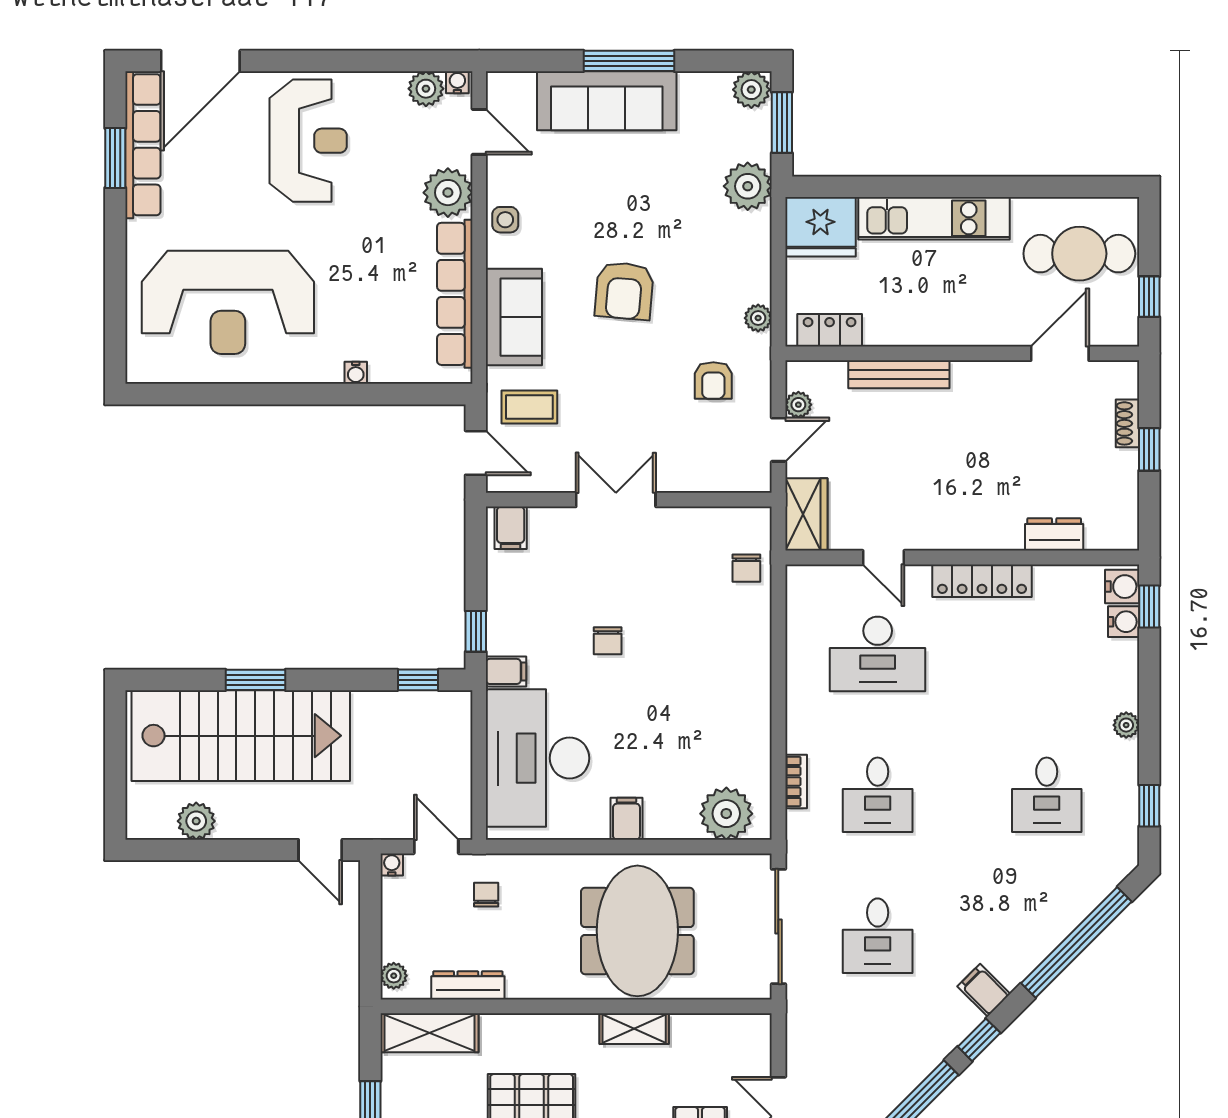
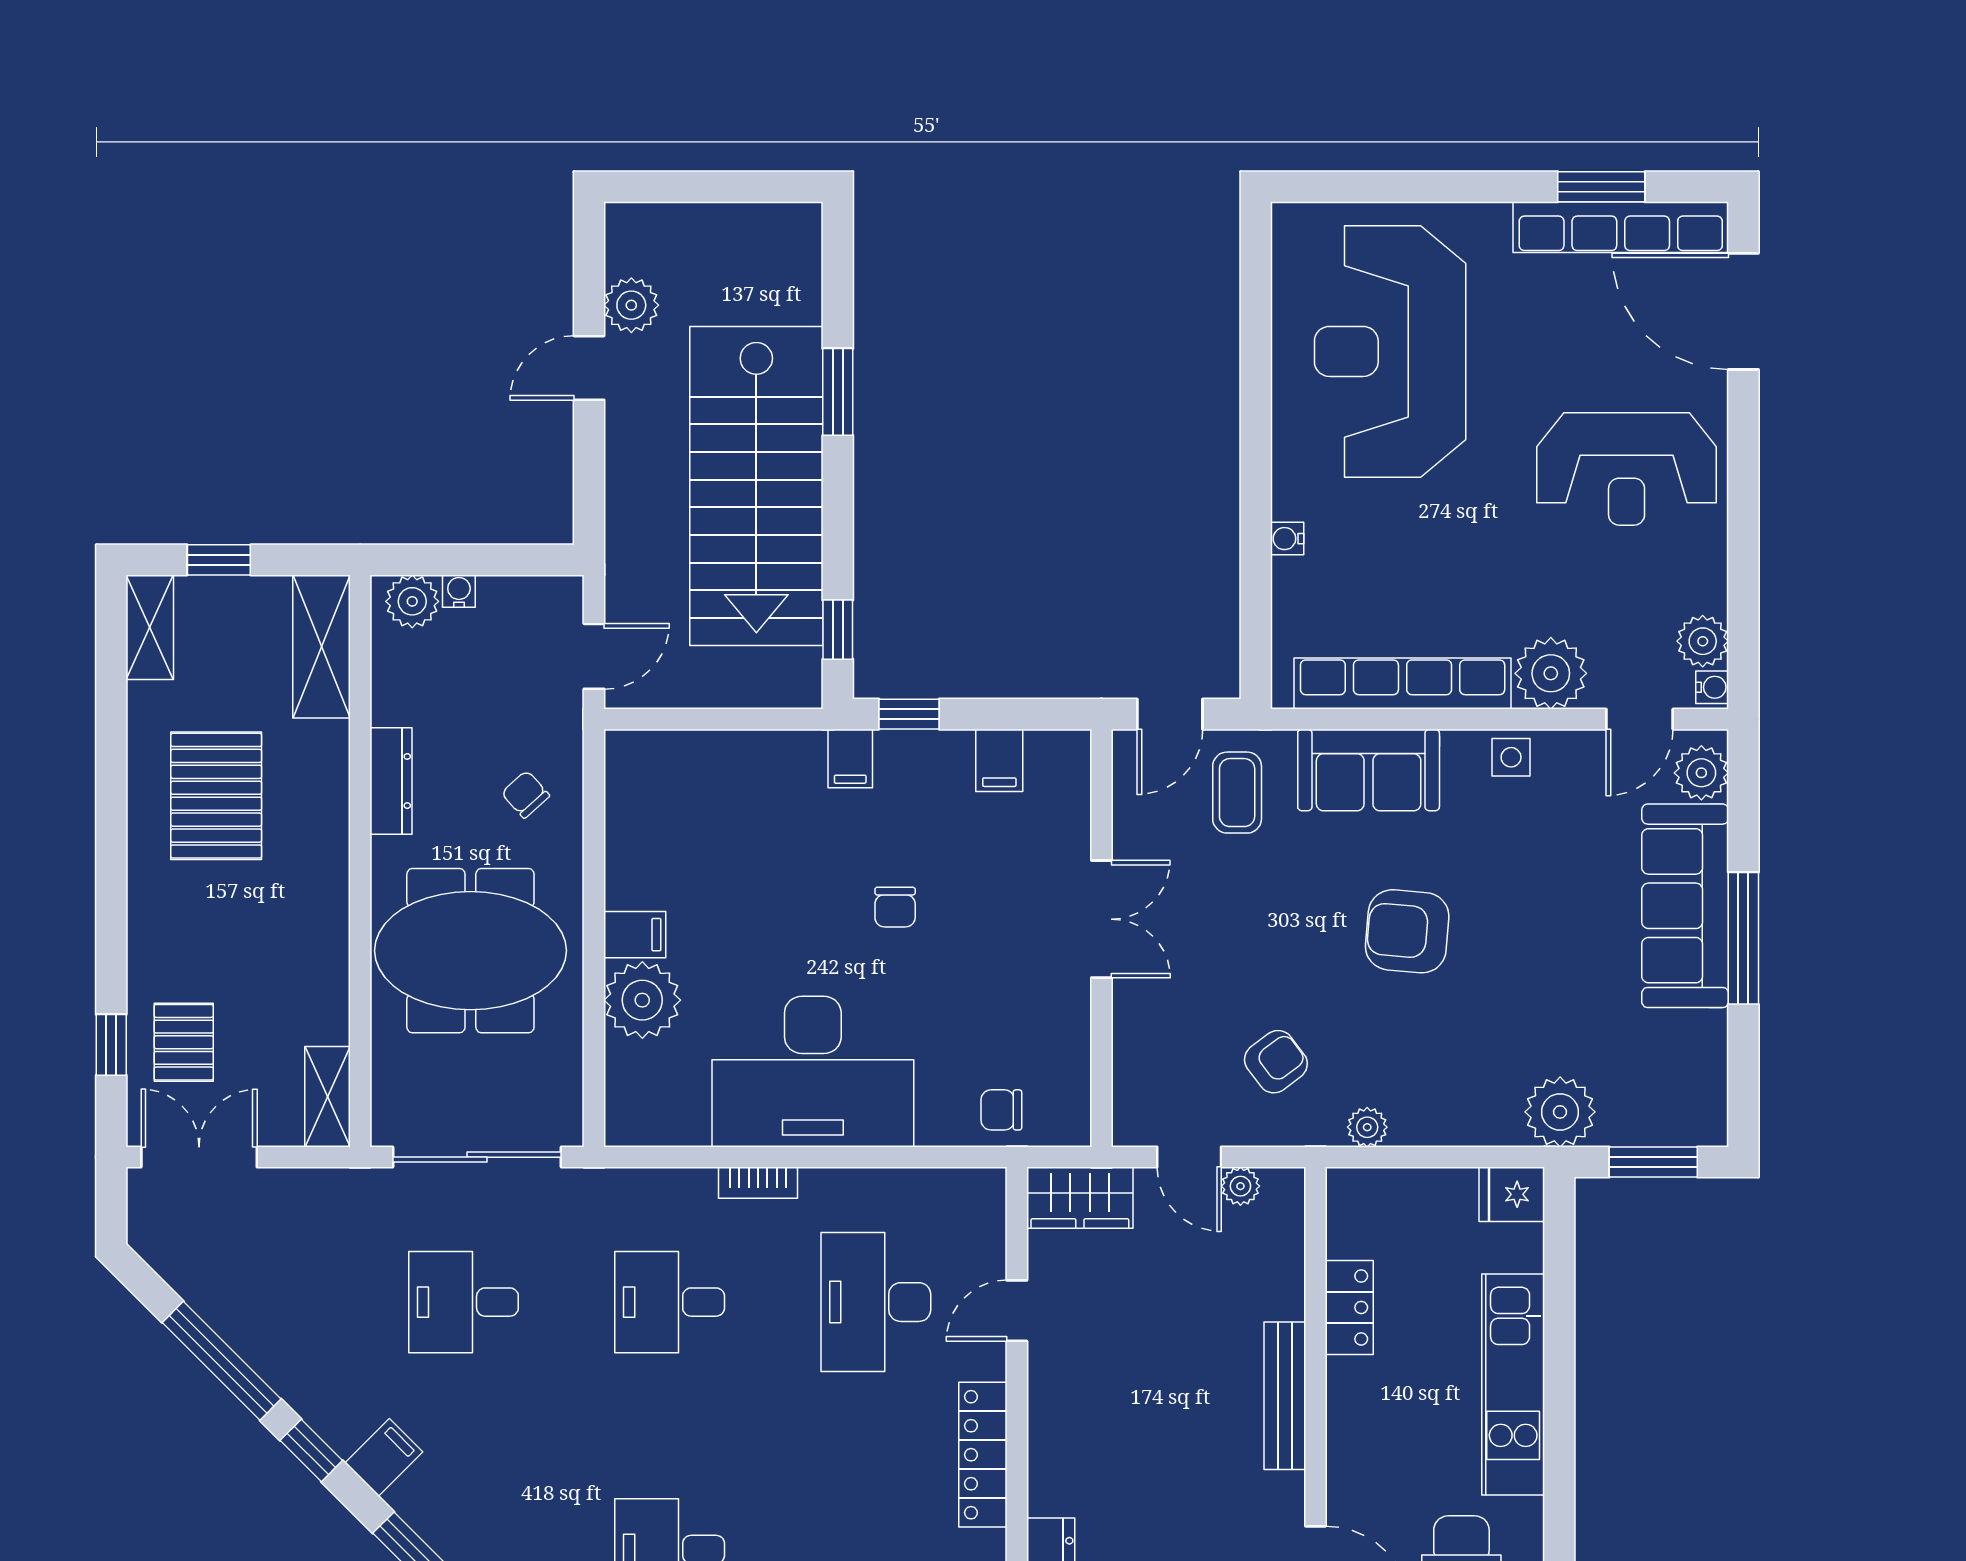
plant: (751, 90) -> (1701, 773), moved
fridge: (820, 227) -> (1512, 1194), width x0.53, depth x0.75
locker: (830, 330) -> (1349, 1307), moved
bench: (899, 374) -> (1285, 1396), moved
armchair: (713, 380) -> (1276, 1062), turned 143
filing cabinet: (511, 528) -> (999, 760), moved, turned -90
chair: (608, 641) -> (895, 907), turned -90
stairs: (241, 736) -> (756, 486), moved
desk: (538, 758) -> (813, 1072), moved, turned 180
bookcase: (796, 781) -> (758, 1183), moved
plant: (726, 814) -> (642, 1000), moved
door: (320, 850) -> (589, 368), moved
water cooler: (392, 864) -> (459, 591), moved, turned -90
chair: (486, 895) -> (525, 794), moved, turned -132
plant: (394, 976) -> (412, 601), width x1.38, depth x1.38
dresser: (468, 985) -> (391, 781), moved
shelving: (634, 1029) -> (327, 1097), moved

